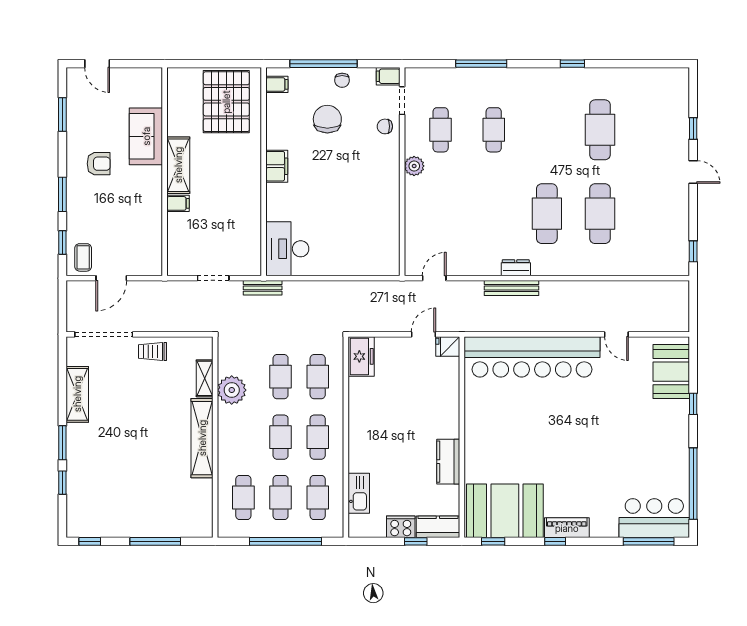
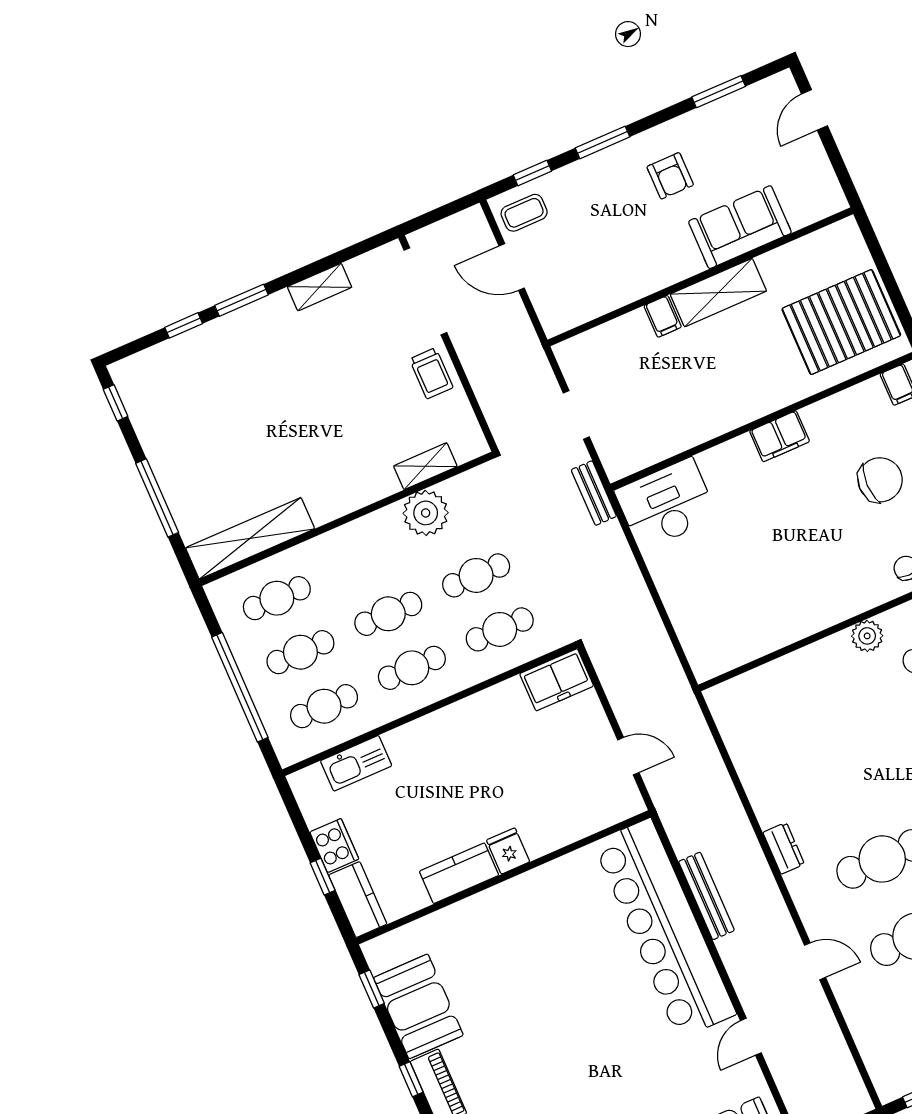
door: (434, 278) -> (815, 961), moved
bench: (512, 288) -> (706, 896), moved
fridge: (448, 346) -> (508, 851), moved
trolley: (152, 352) -> (431, 373), turned 180
shelving: (77, 394) -> (320, 287), width x0.67, depth x0.75
shelving: (202, 438) -> (250, 538), moved
booth: (505, 511) -> (418, 1006), width x0.73, depth x0.70

